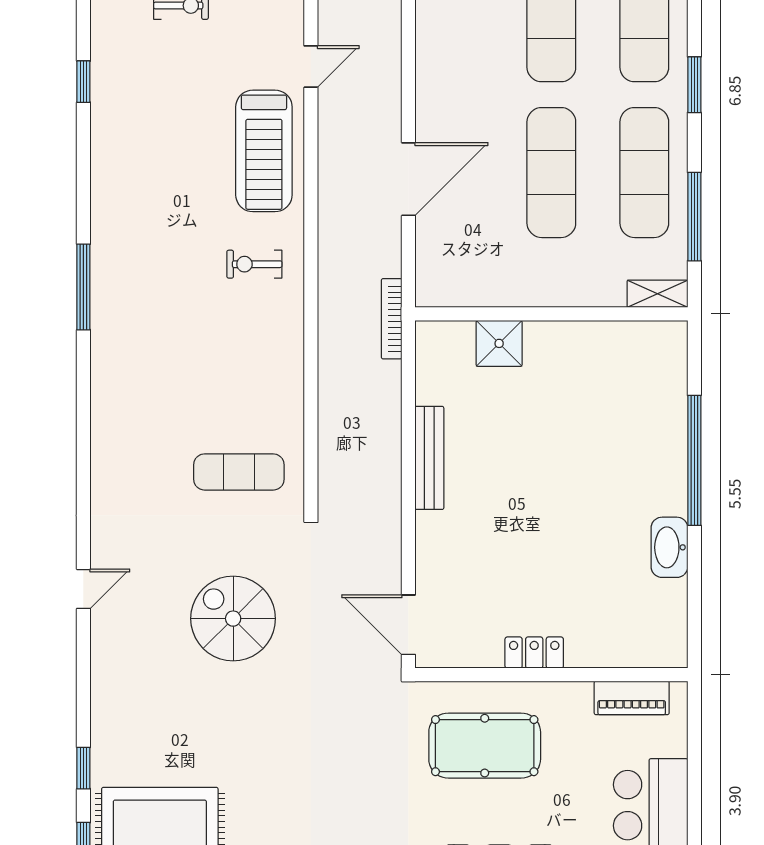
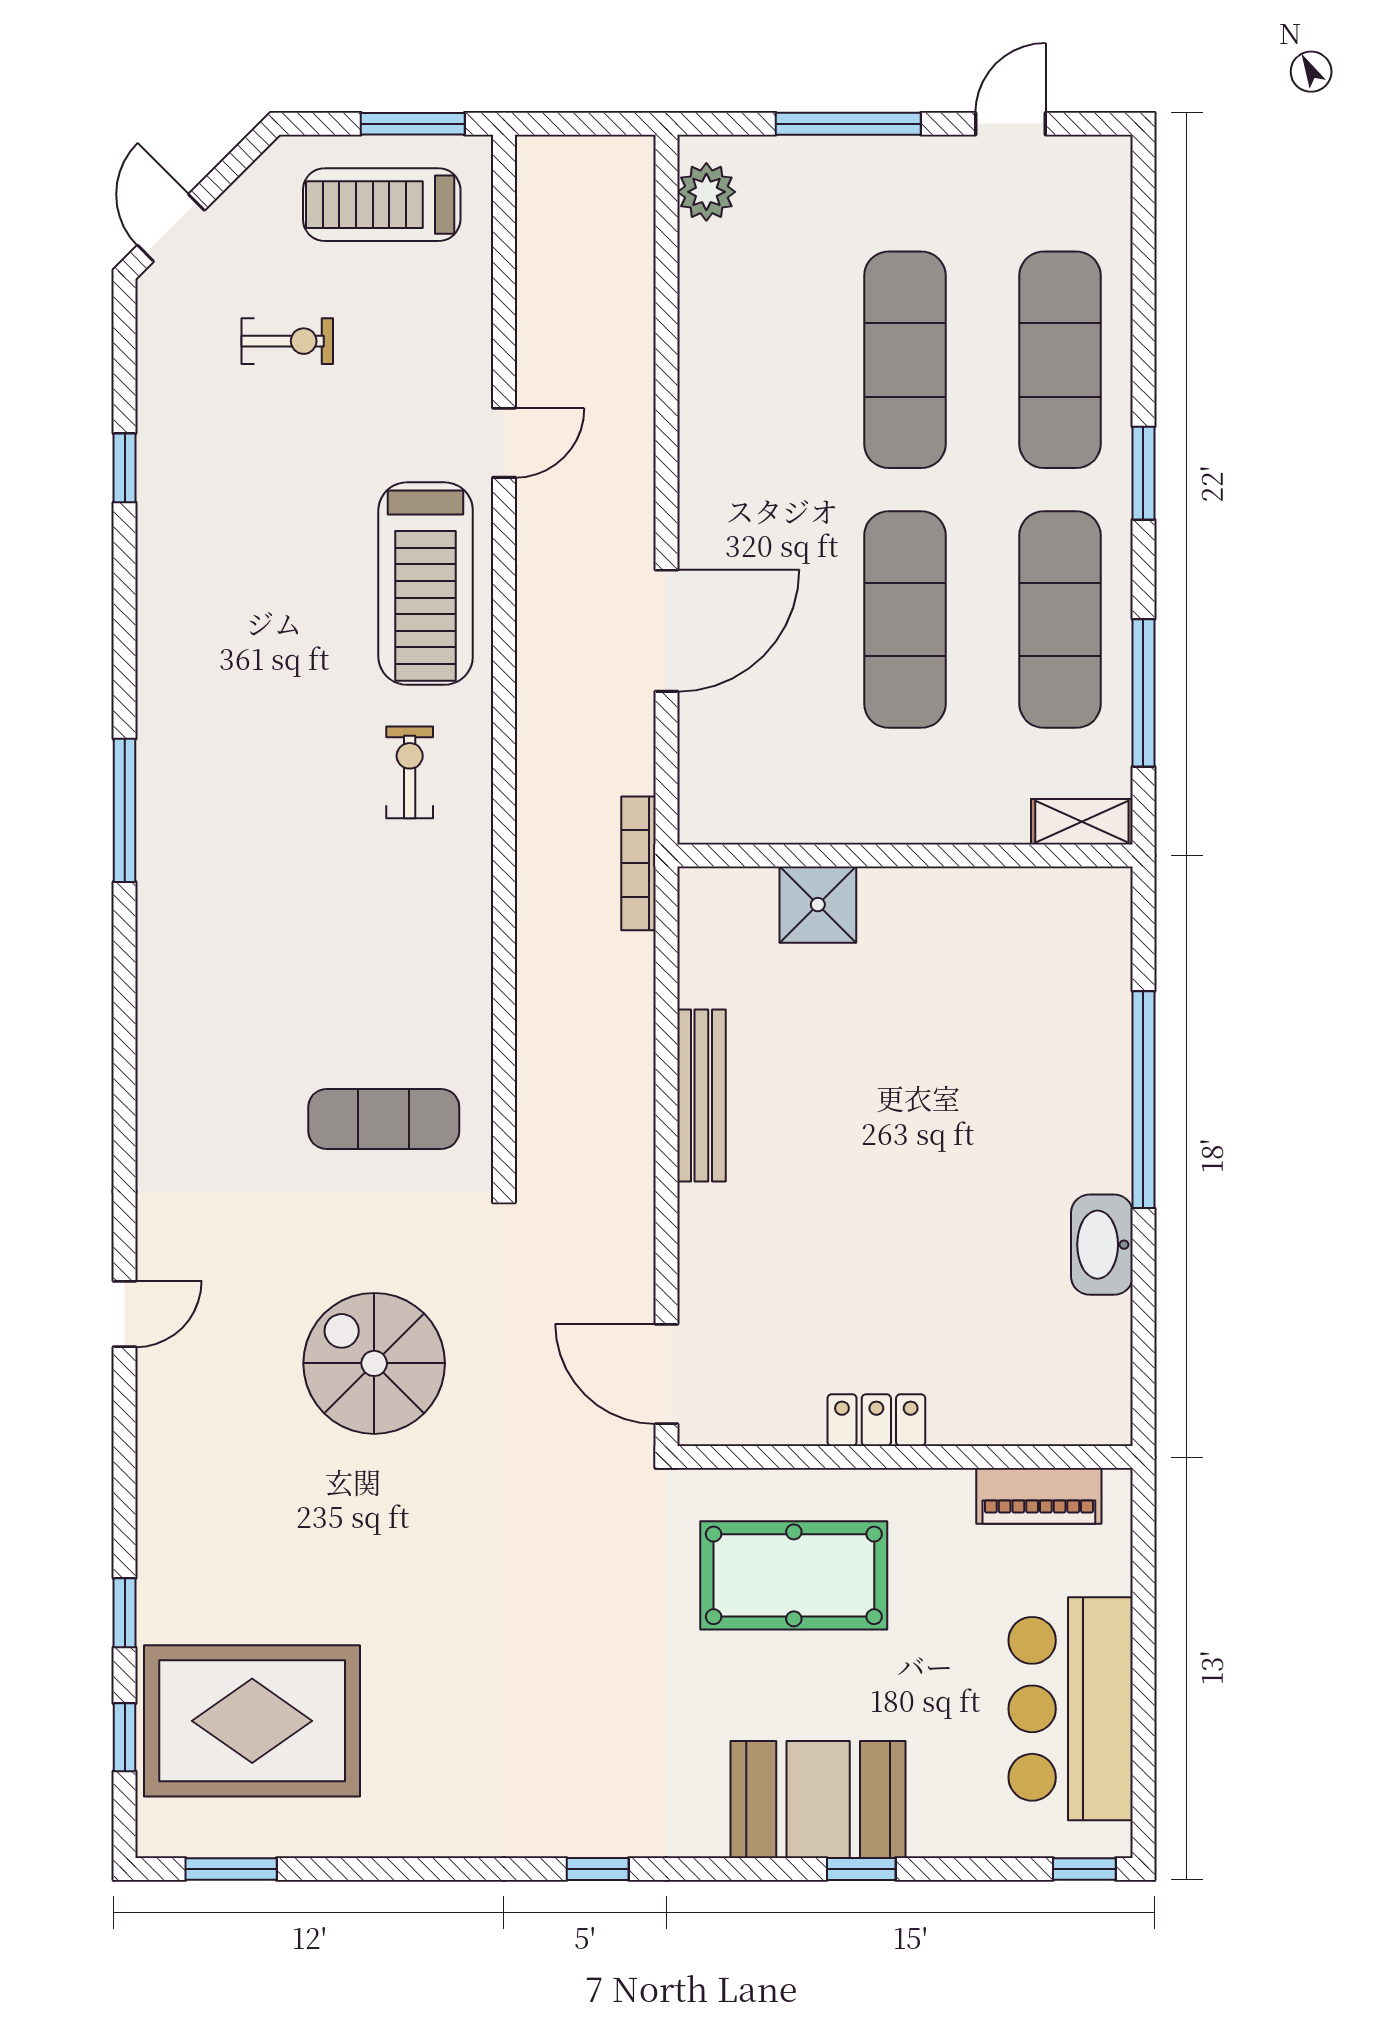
exercise bike: (254, 264) -> (410, 772), turned 90

